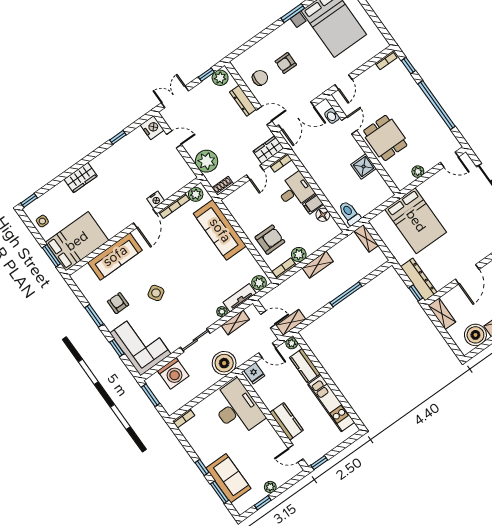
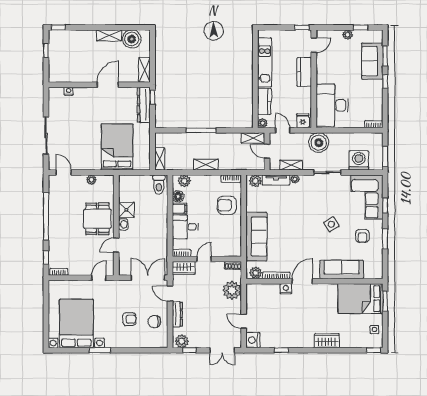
washbasin: (332, 116) -> (123, 224), moved
plant: (299, 255) -> (184, 181), moved
door: (296, 454) -> (314, 45), hinge flipped

